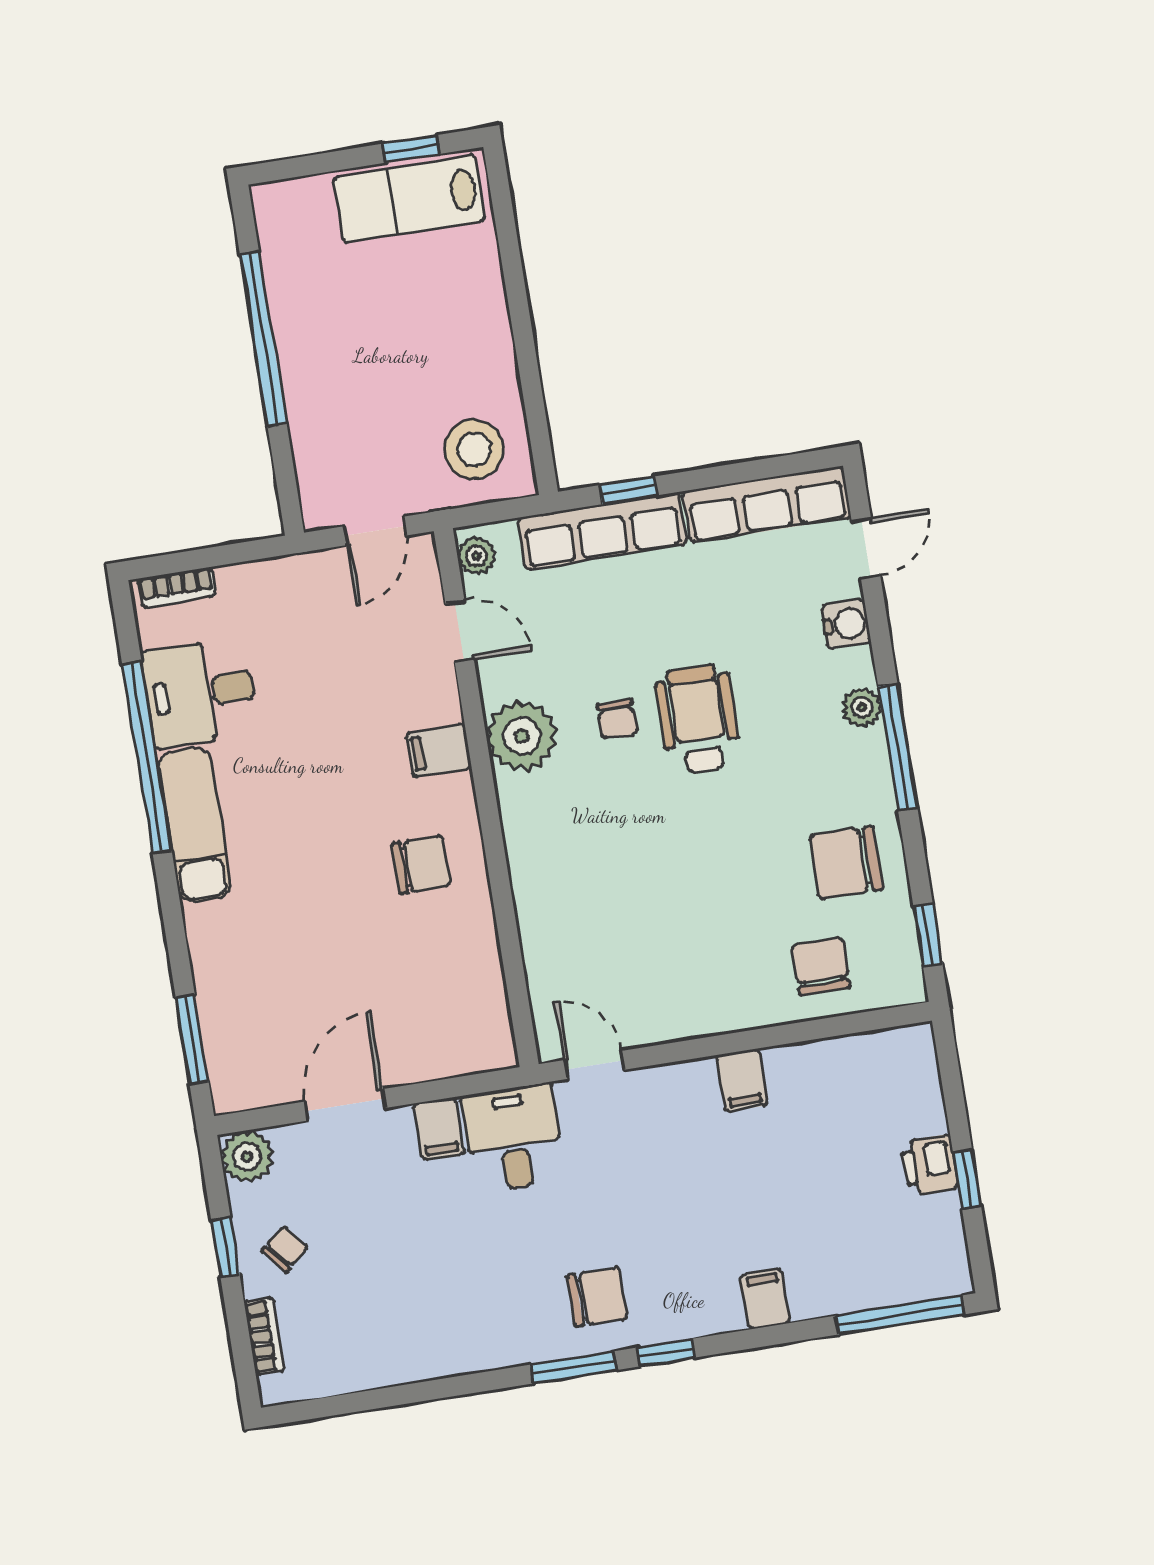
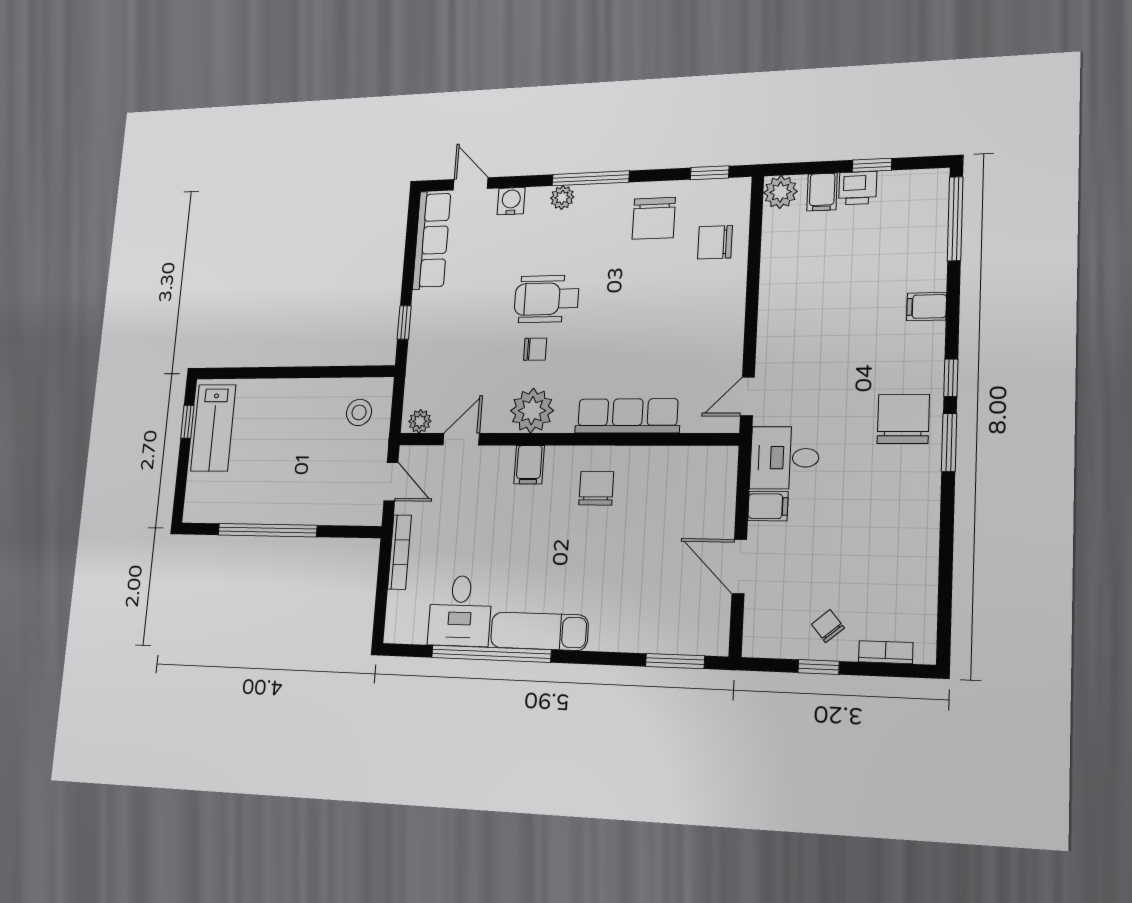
stool: (474, 449) -> (359, 412), width x0.73, depth x0.73
row of seats: (602, 531) -> (628, 416), moved, turned -90
bookcase: (177, 587) -> (400, 552), moved, width x1.56
filing cabinet: (742, 1080) -> (822, 192), moved, turned 90
plant: (247, 1157) -> (780, 192), moved
chair: (597, 1297) -> (903, 419), width x1.37, depth x1.37

